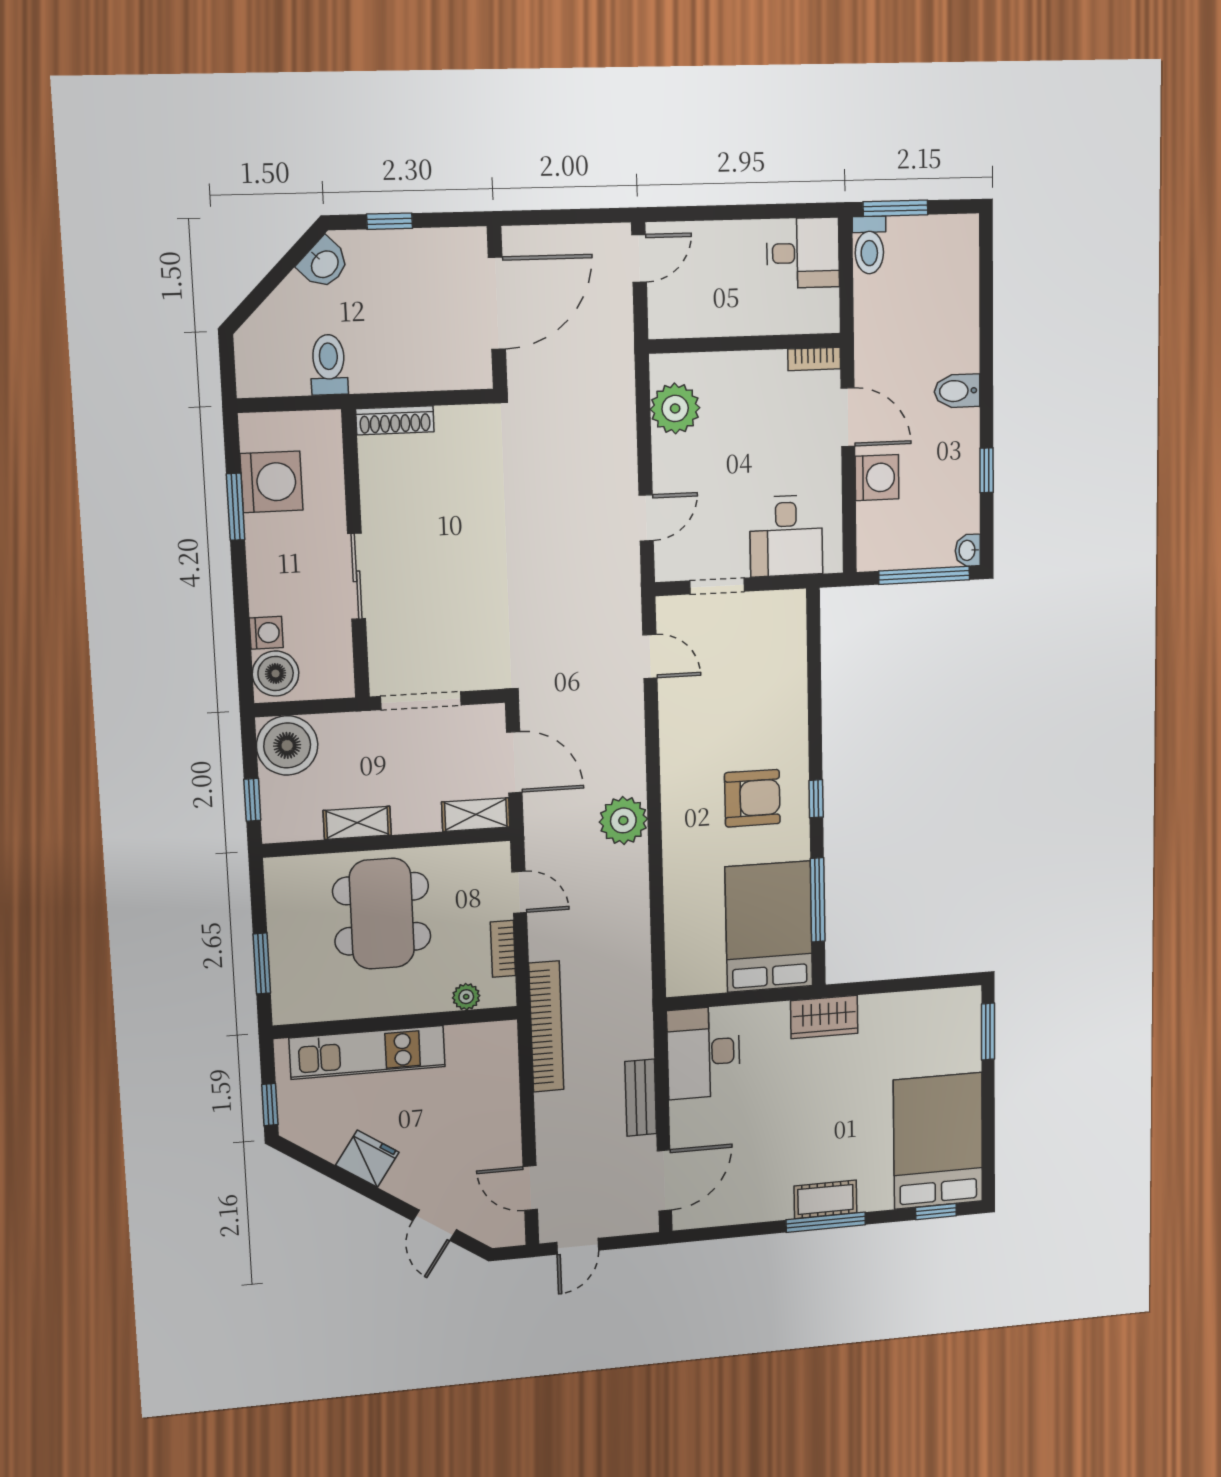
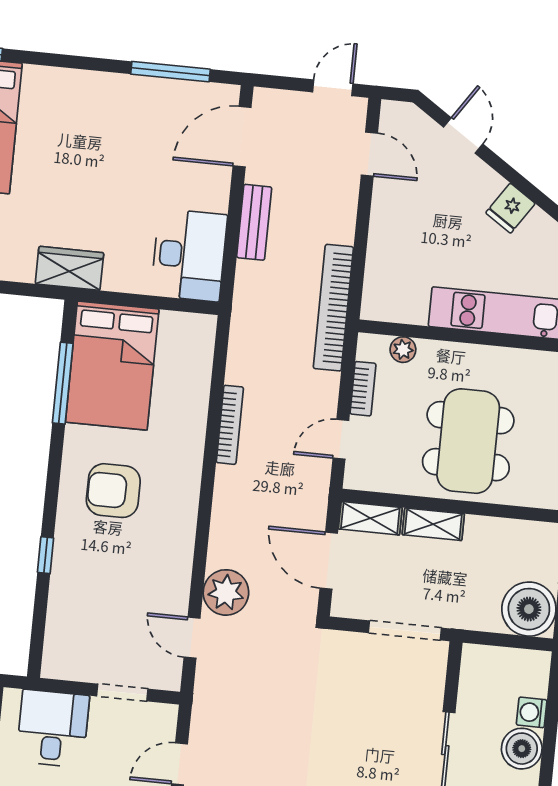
boiler: (276, 674) -> (522, 749), moved
window: (816, 799) -> (46, 555), moved
plant: (623, 820) -> (226, 592), moved
shelving: (357, 823) -> (433, 524), moved
bookcase: (639, 887) -> (230, 425), added
door: (519, 892) -> (341, 439), hinge flipped
fridge: (367, 1159) -> (510, 208), width x0.72
cot: (825, 1199) -> (89, 87), removed
window: (826, 1222) -> (170, 72), moved

